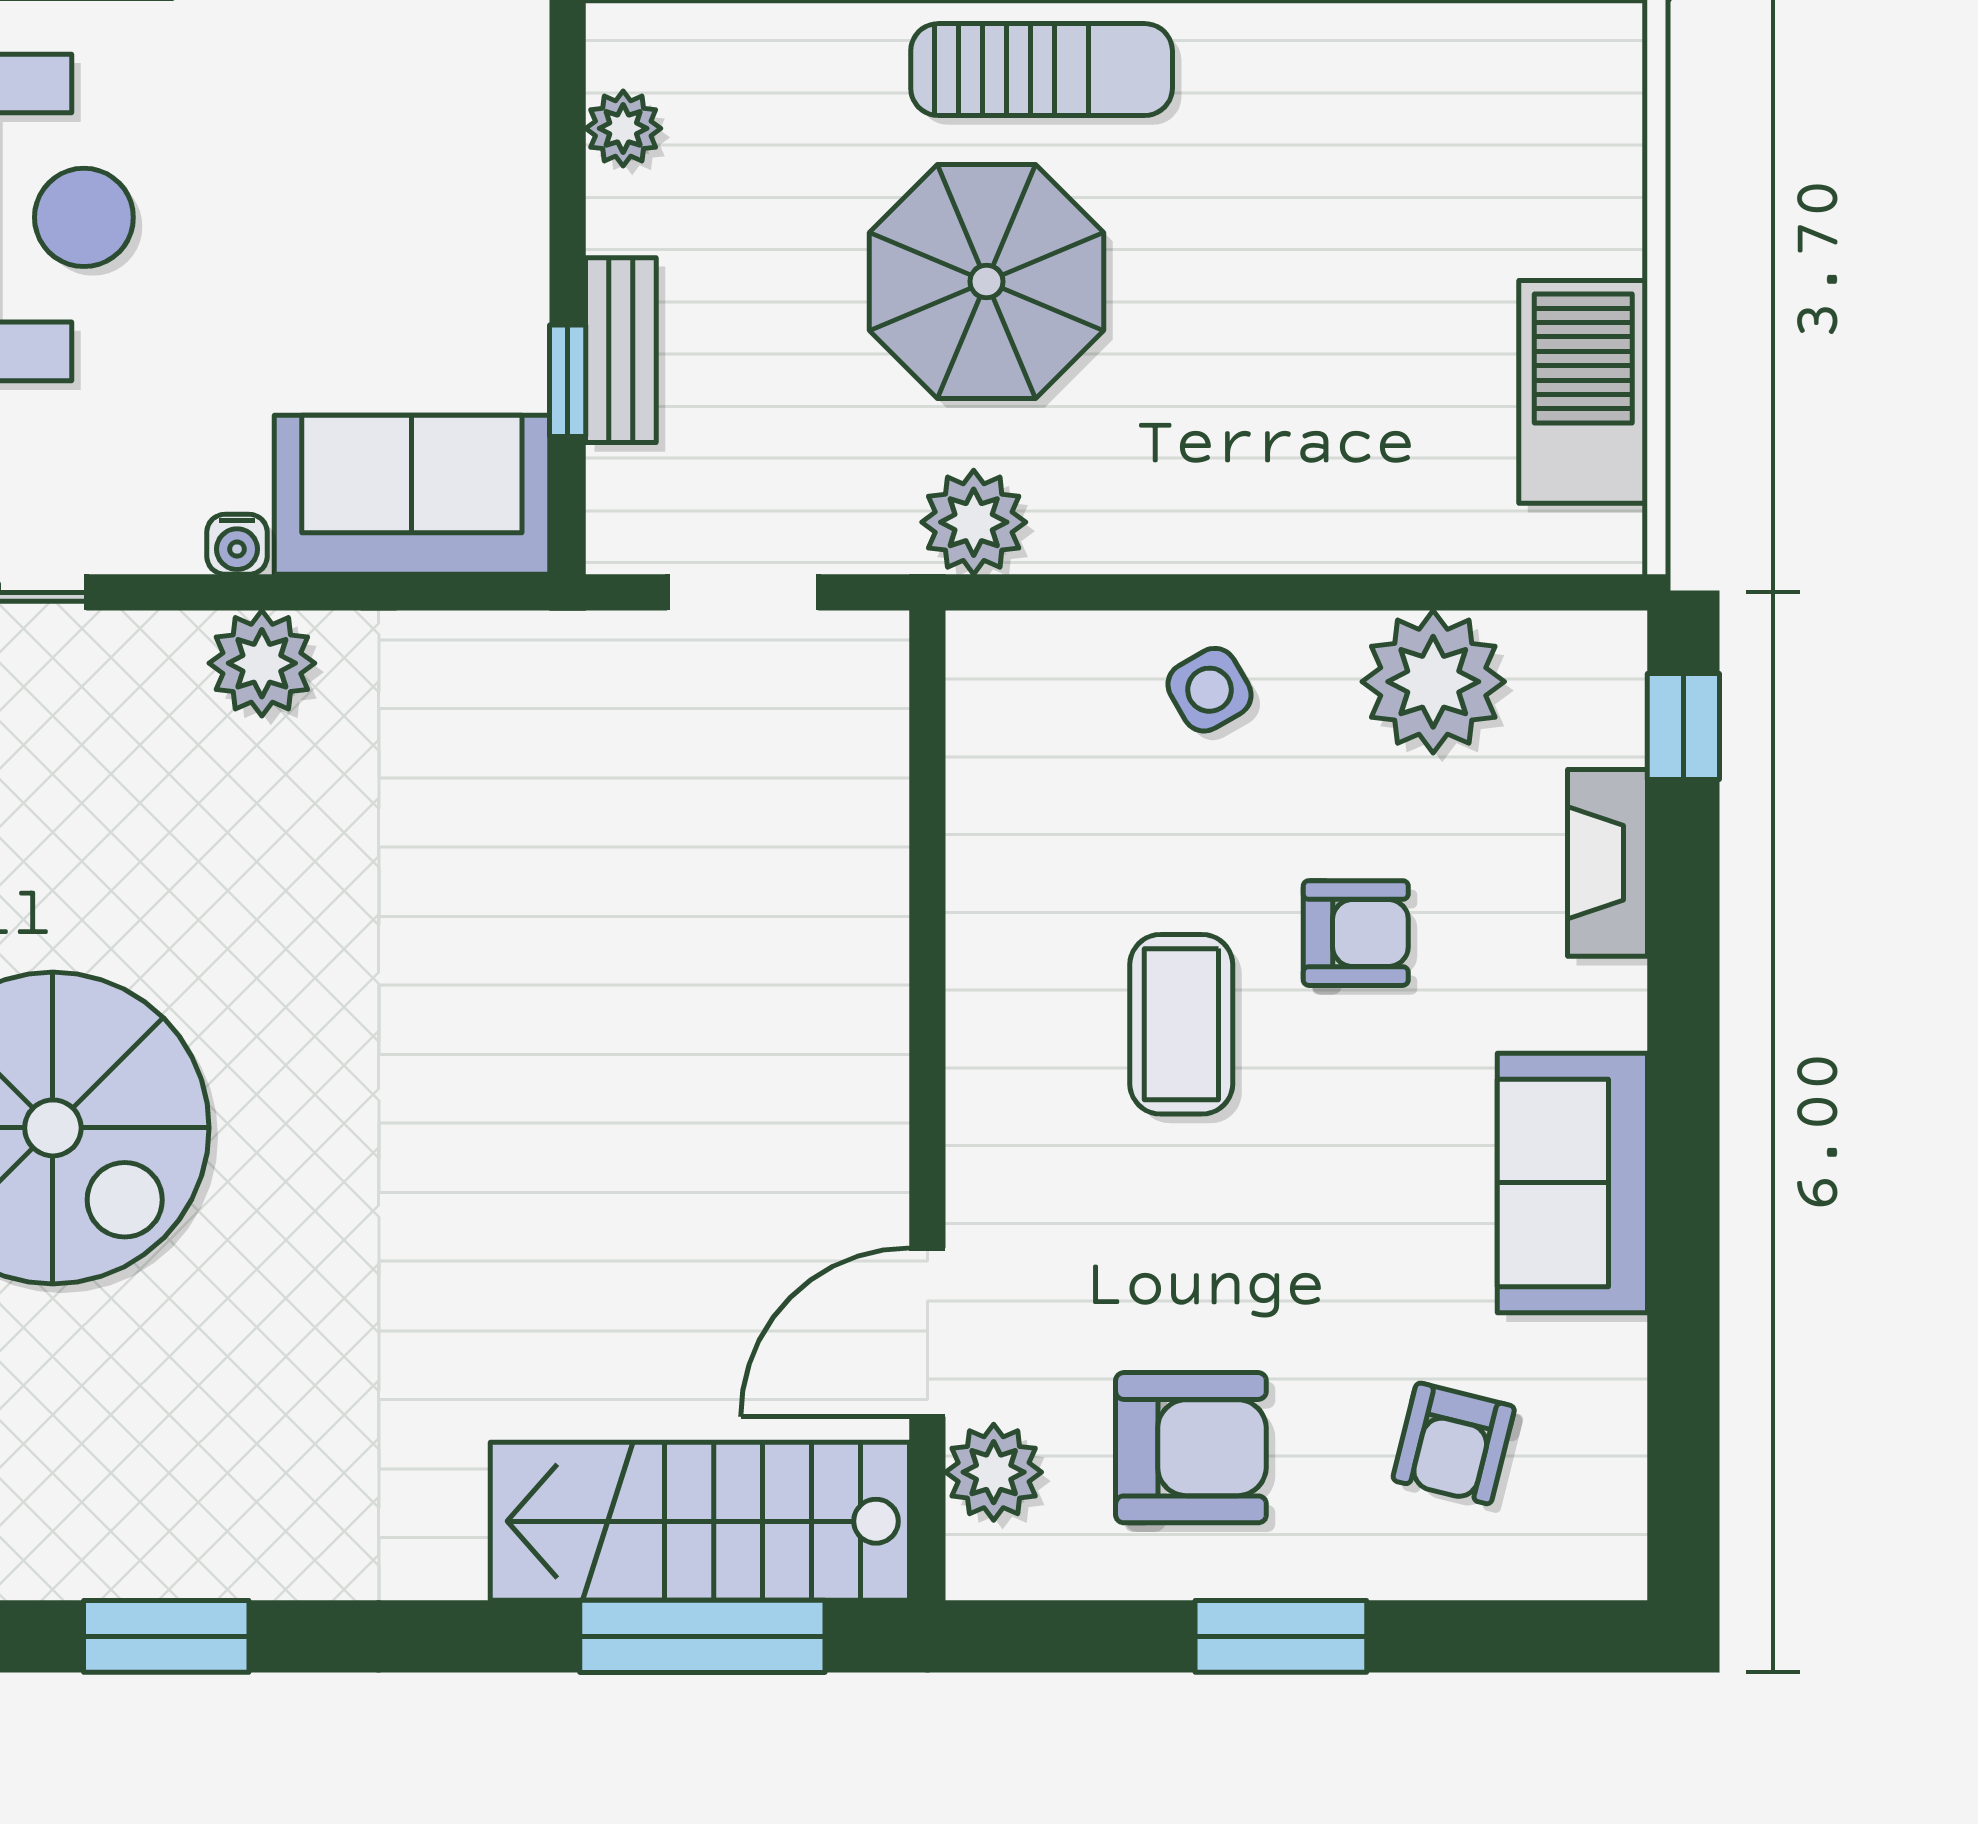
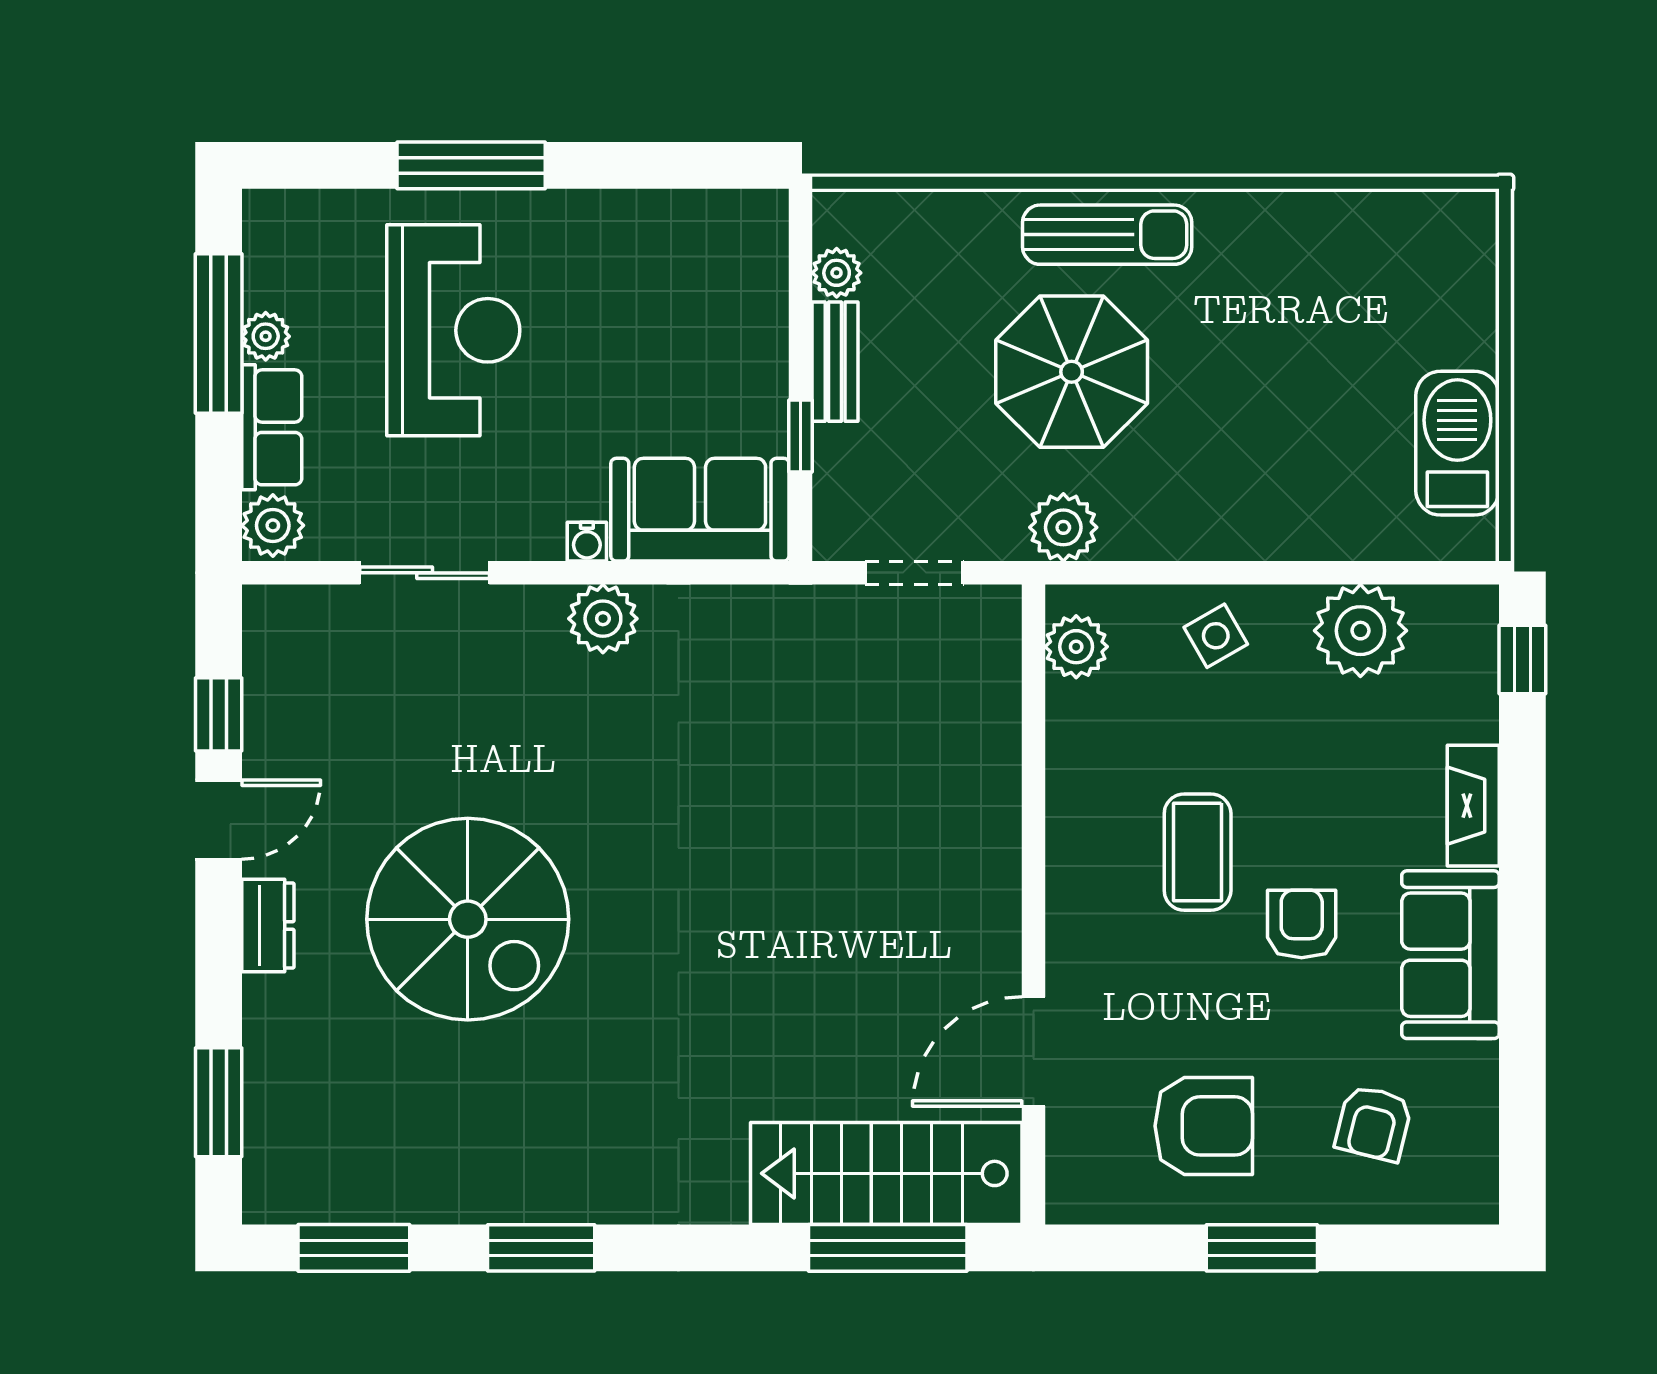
bench: (621, 350) -> (835, 362), moved
fireplace: (1608, 863) -> (1473, 806), moved
armchair: (1356, 933) -> (1302, 924), moved, turned -90
plant: (994, 1472) -> (1076, 647), moved

